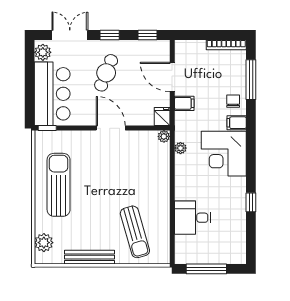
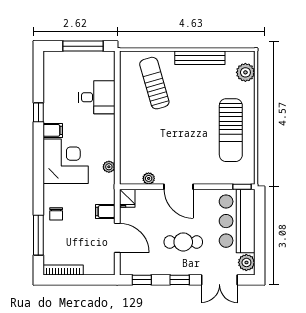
cafe table: (106, 73) -> (183, 242), turned 68
filing cabinet: (237, 123) -> (53, 130), moved
plant: (164, 136) -> (149, 178), moved

